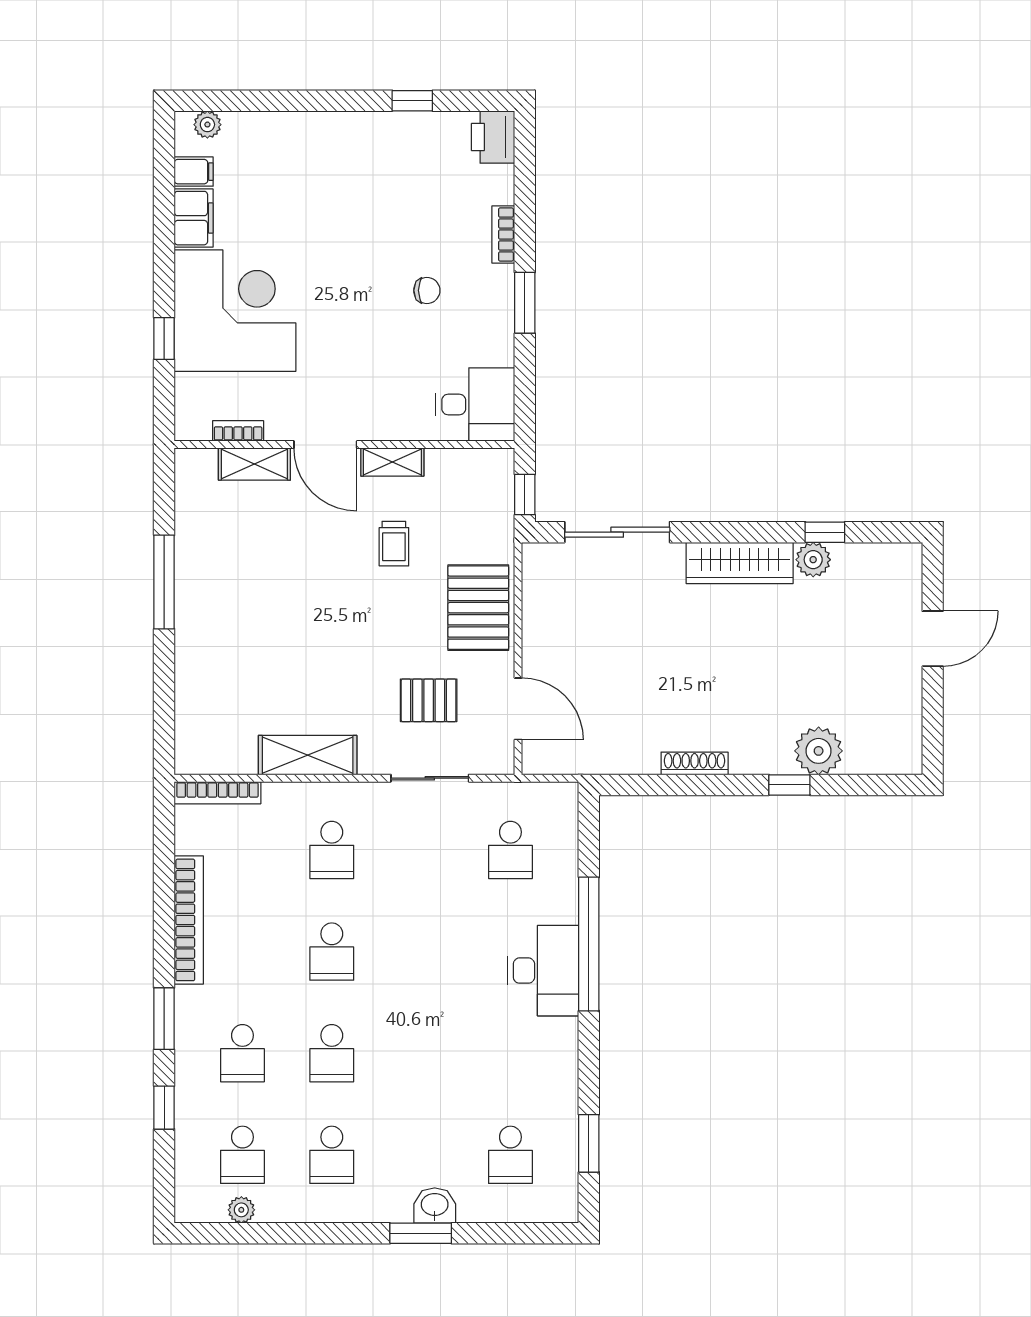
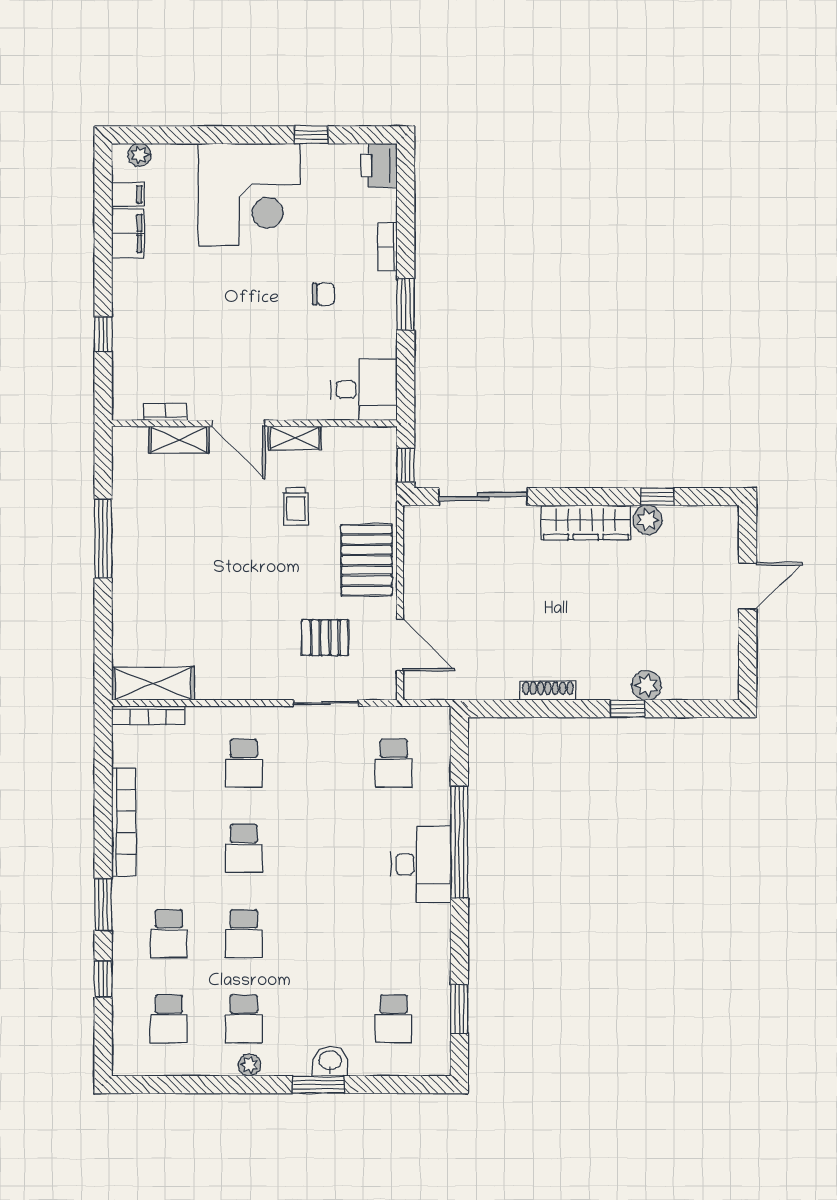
corner desk: (235, 311) -> (249, 194), moved, turned 90
plant: (819, 751) -> (647, 685), width x0.73, depth x0.73
shelving: (308, 755) -> (153, 684), moved
plant: (241, 1210) -> (250, 1065), moved

